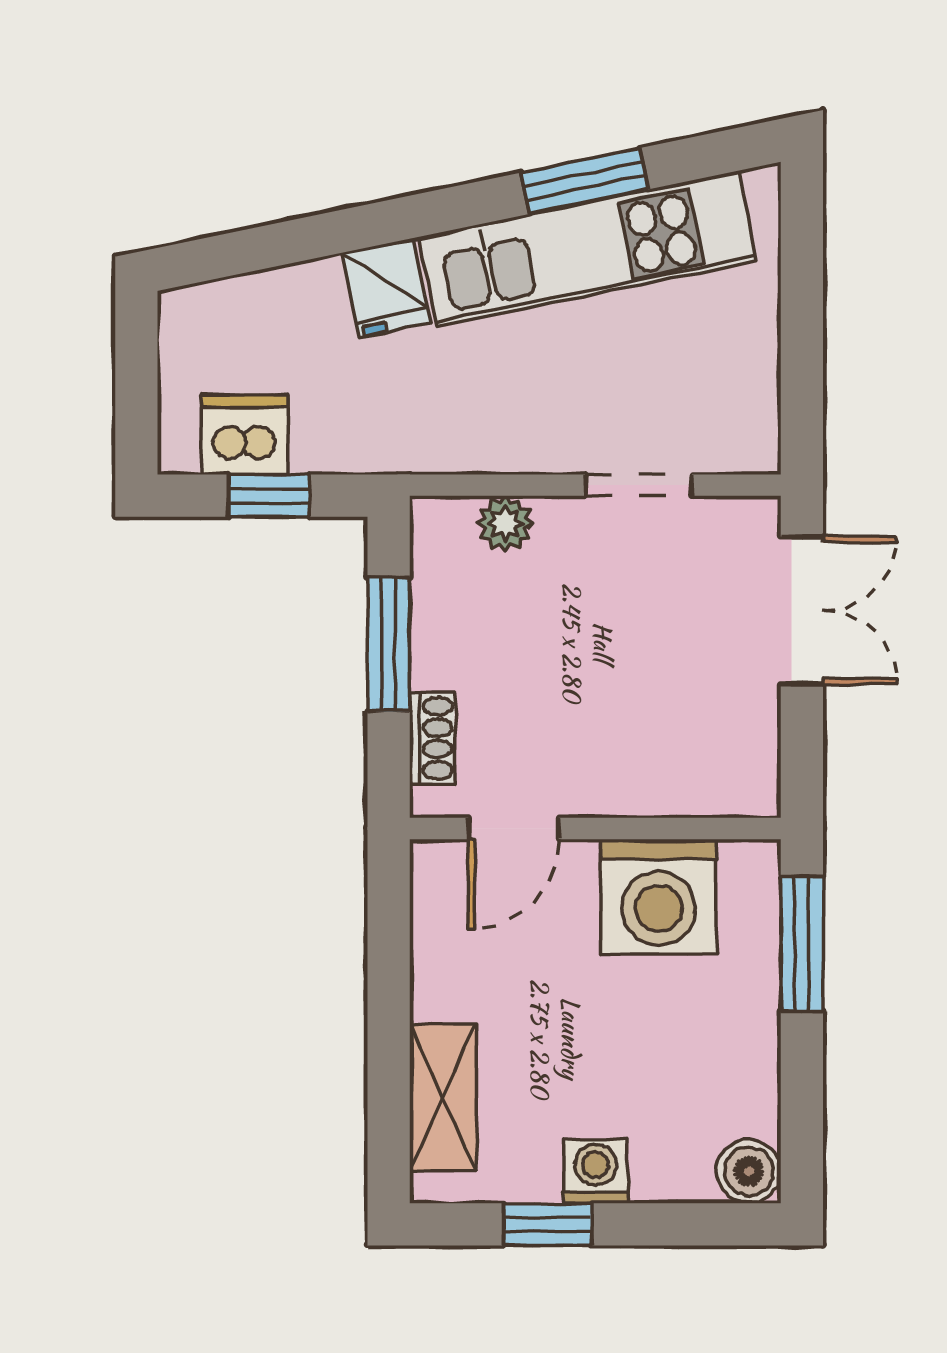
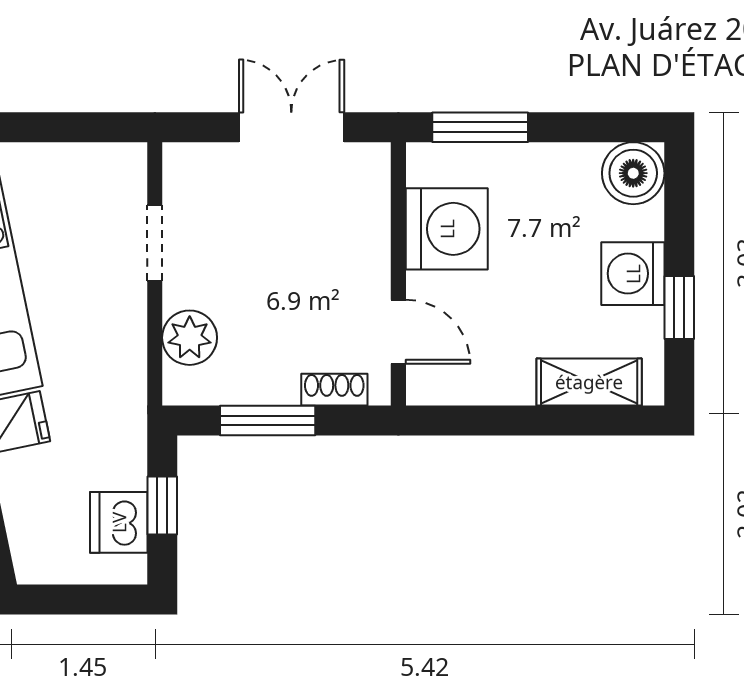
plant: (505, 524) -> (190, 338), width x1.38, depth x1.38
double door: (802, 610) -> (291, 127), moved
washing machine: (596, 1171) -> (633, 274), width x1.38, depth x1.38
boiler: (749, 1171) -> (633, 173), width x1.36, depth x1.36

